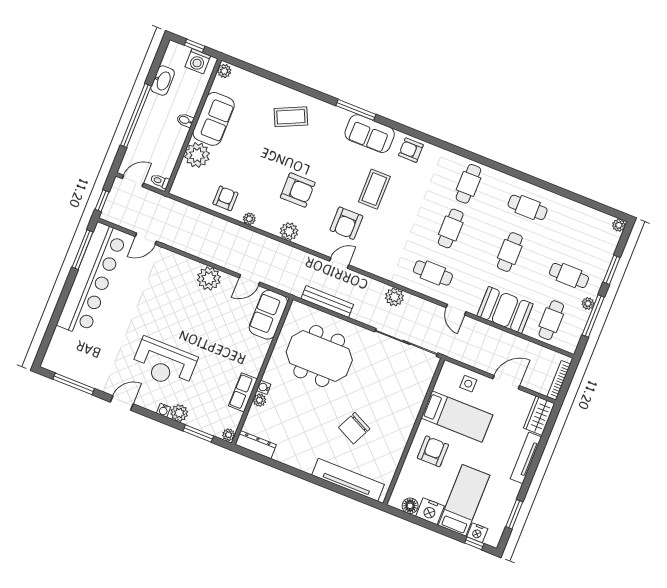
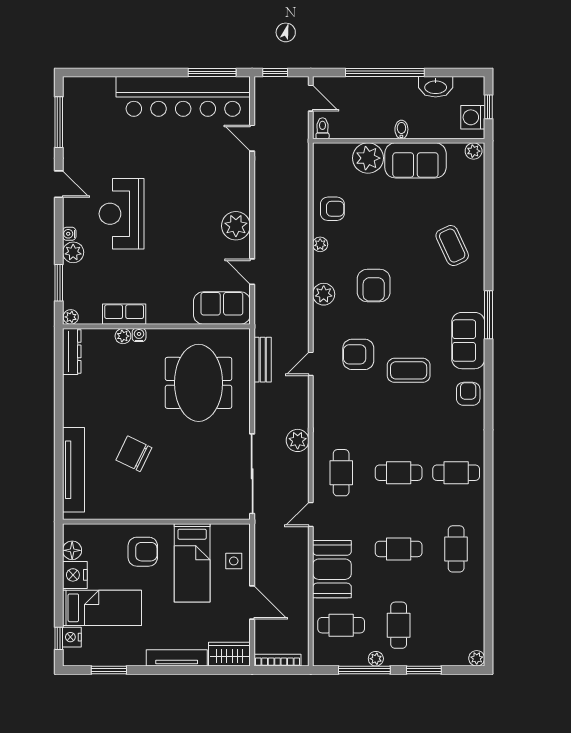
door: (339, 263) -> (311, 364), swing flipped
bench: (327, 302) -> (263, 360), width x0.73

